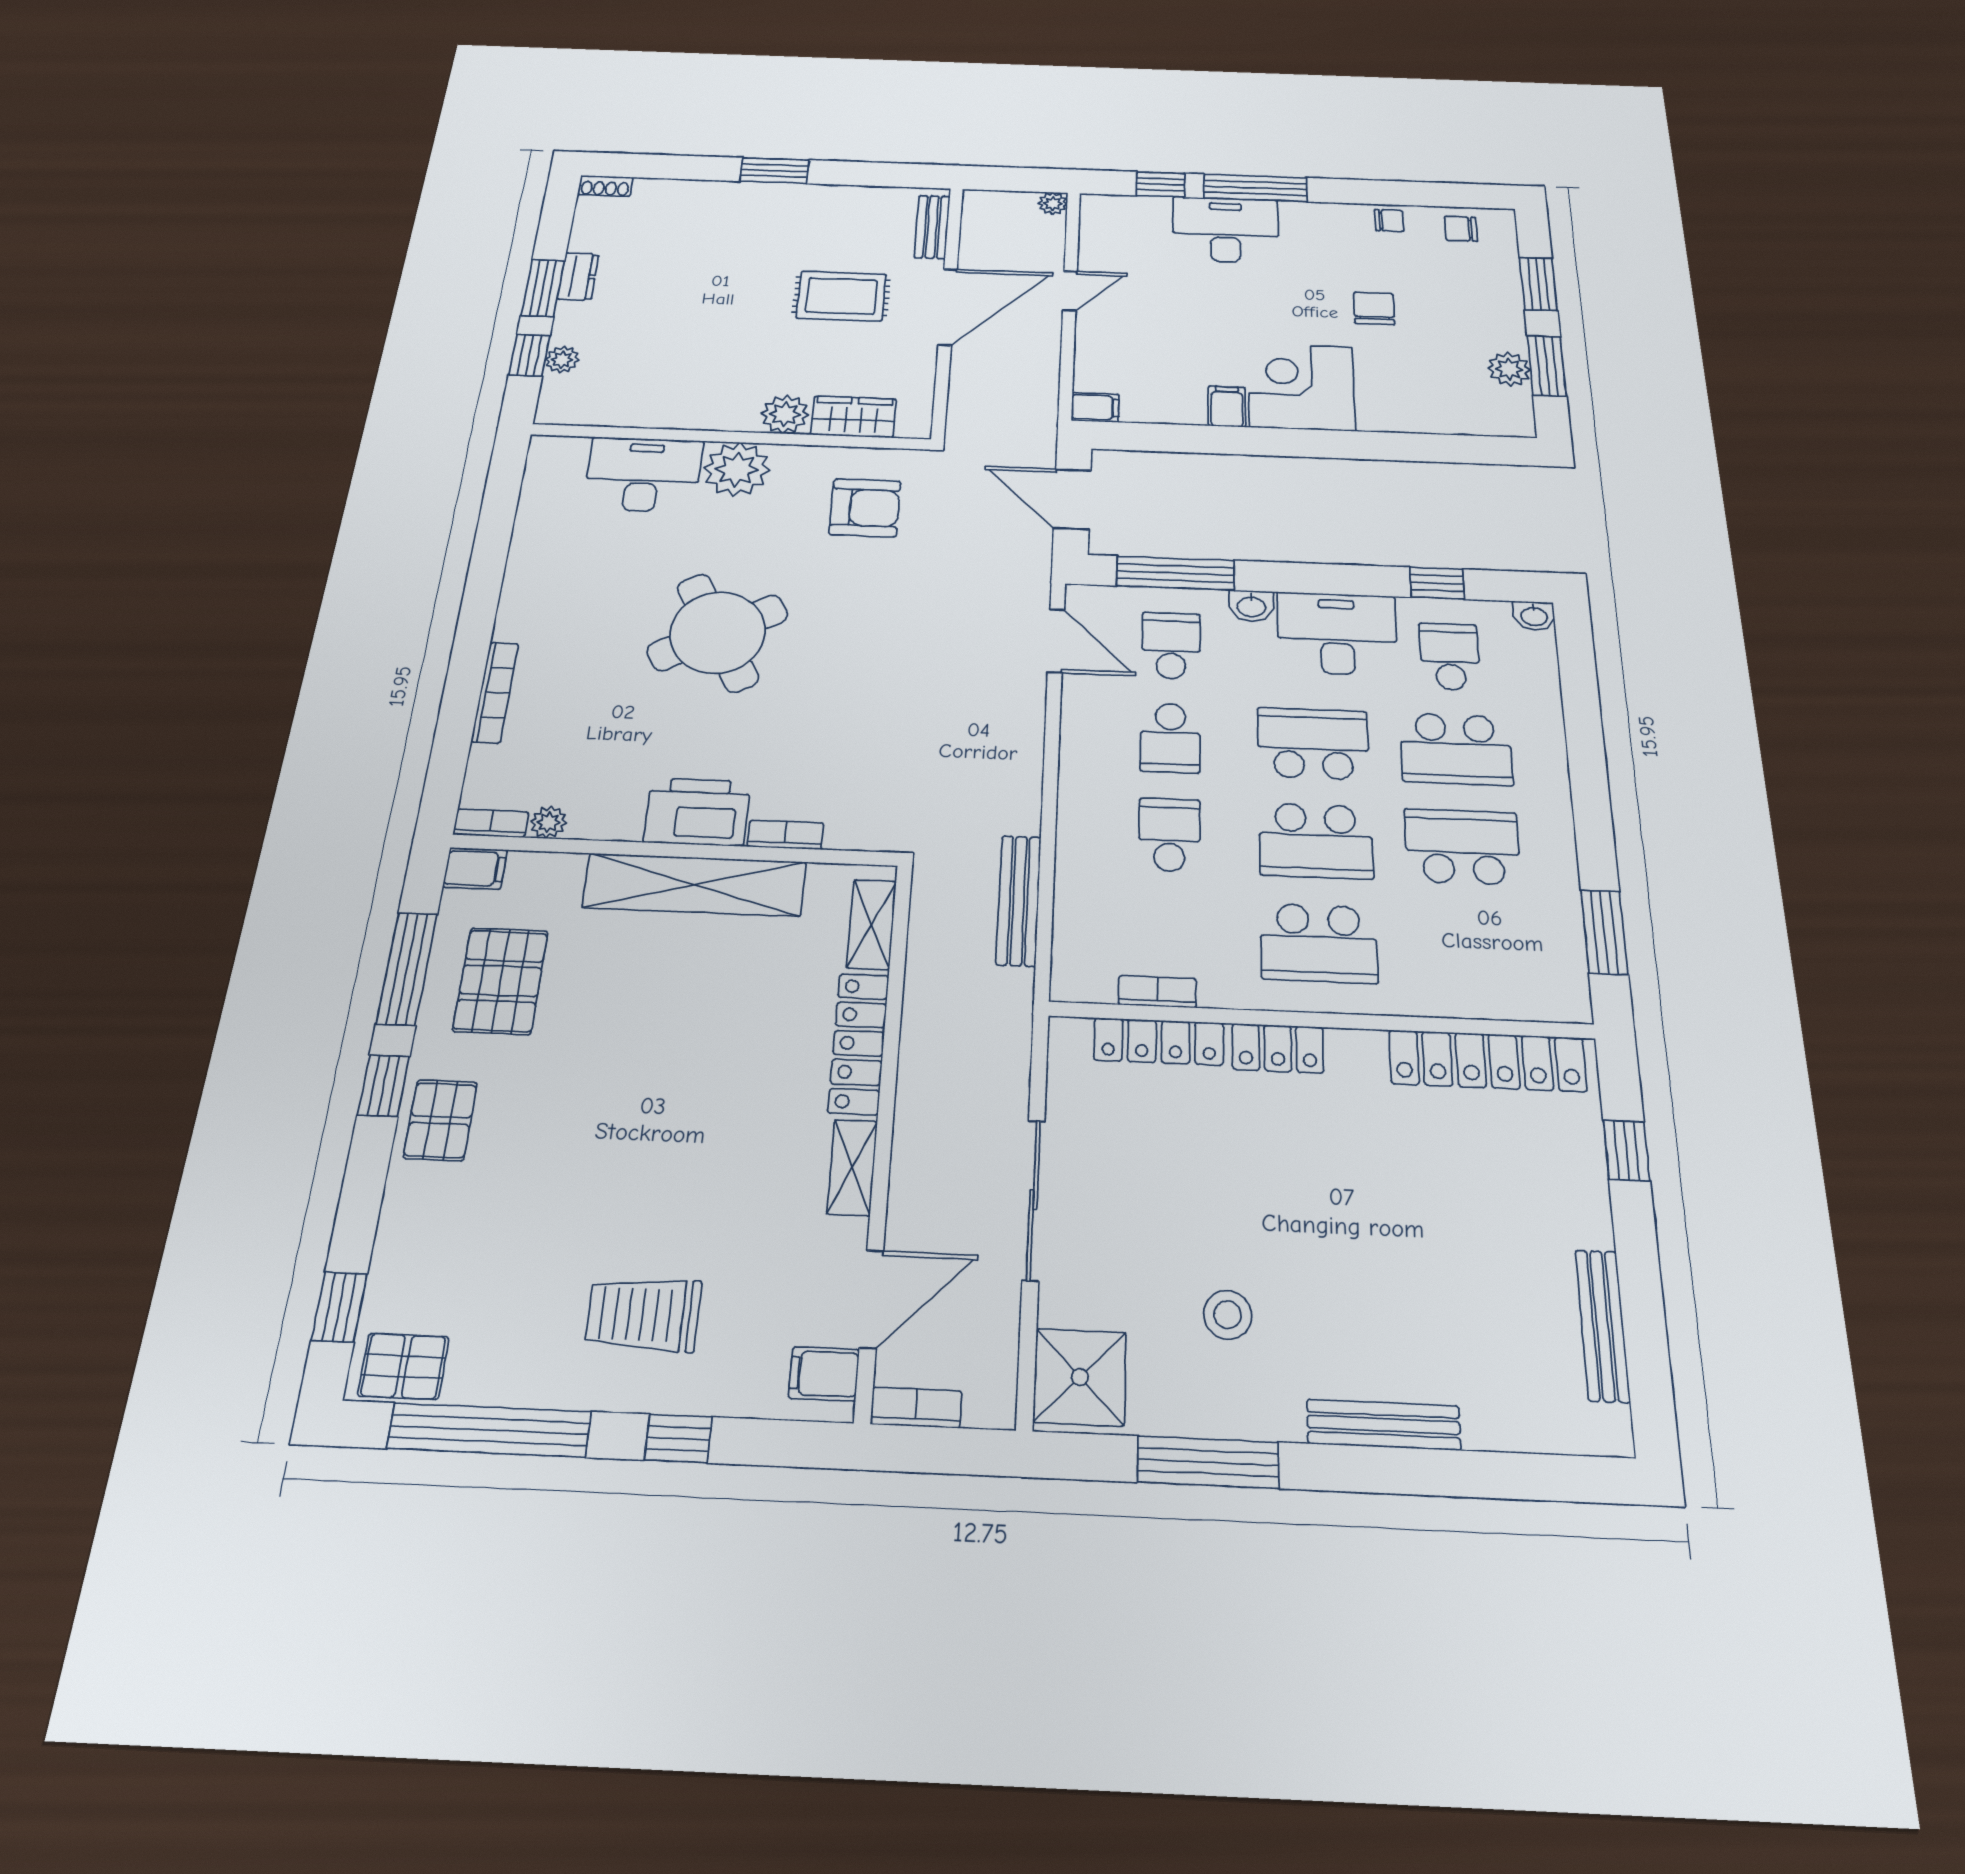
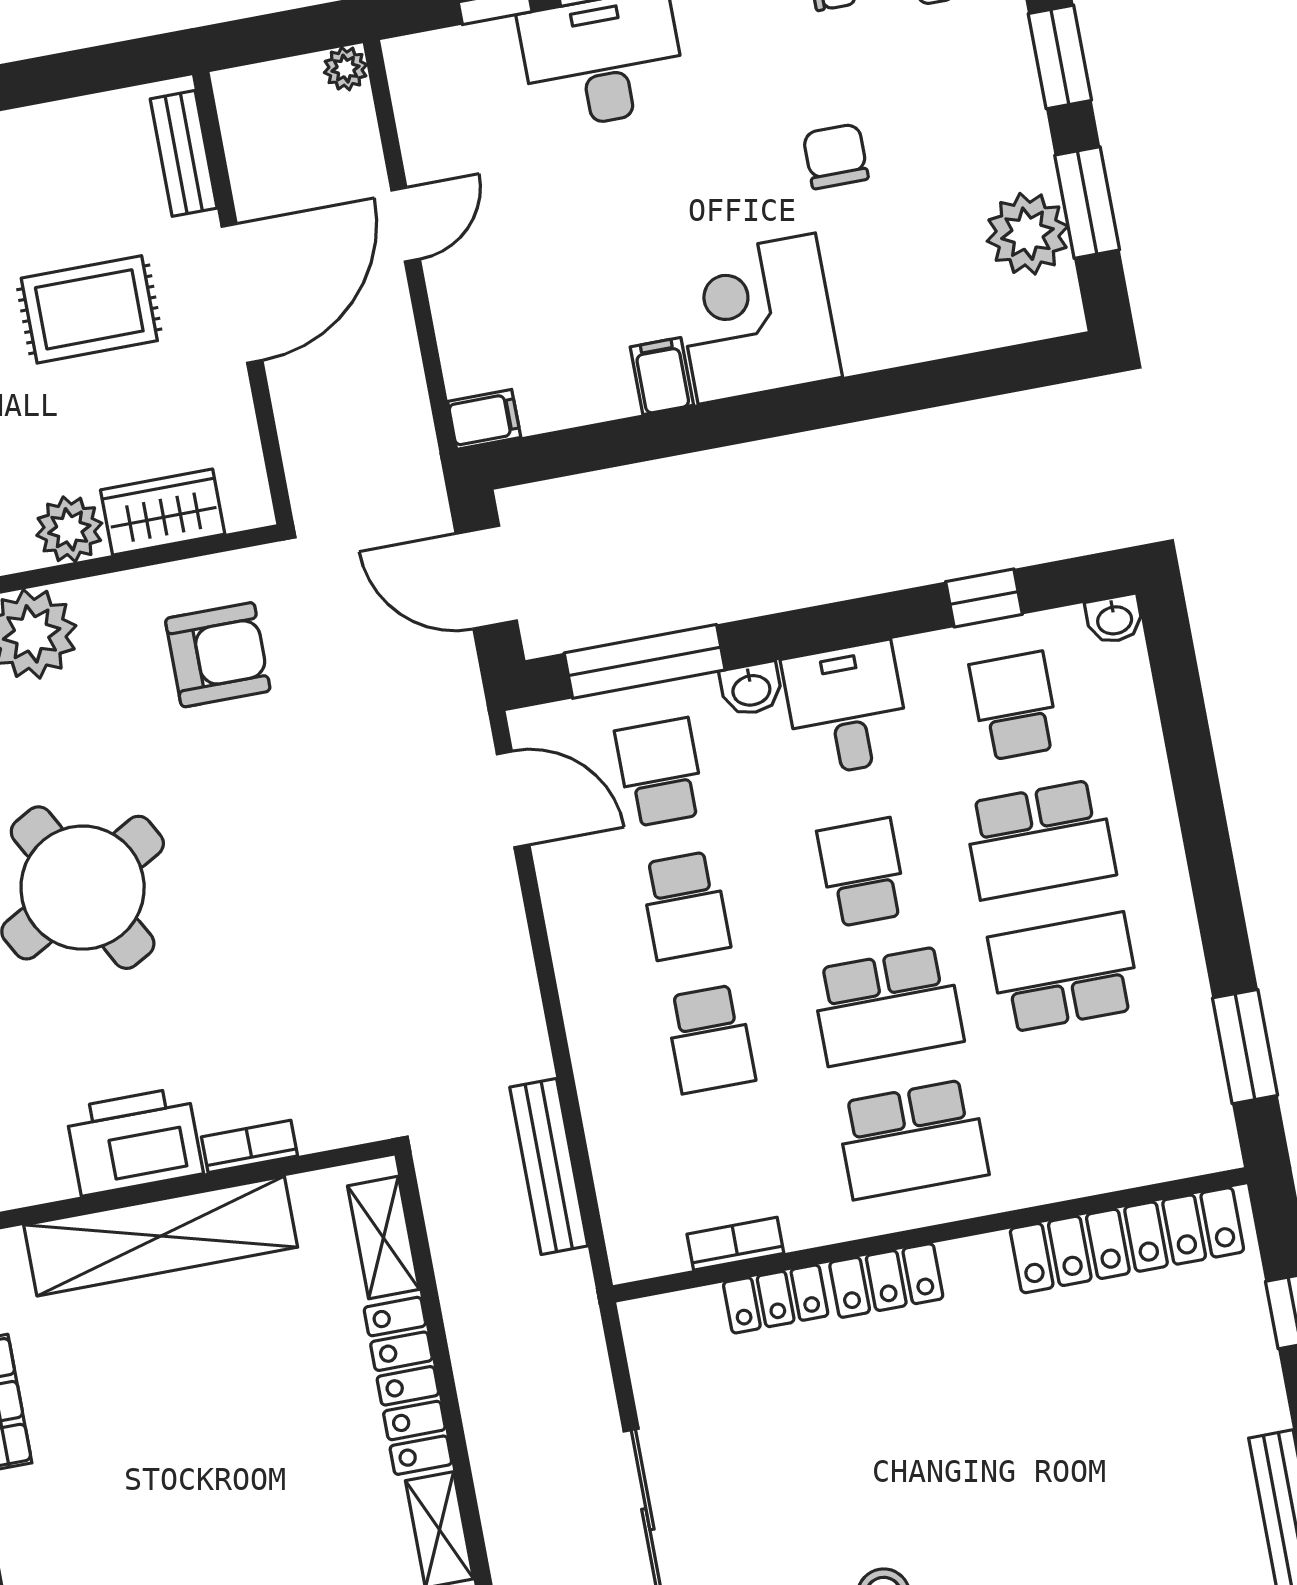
plant: (1509, 369) -> (1027, 234), width x1.36, depth x1.36
desk: (1337, 634) -> (846, 709), width x0.73
school desk: (1313, 744) -> (862, 872), width x0.54
school desk: (1169, 835) -> (710, 1039), turned 180
locker: (1159, 1041) -> (776, 1299), width x0.66

